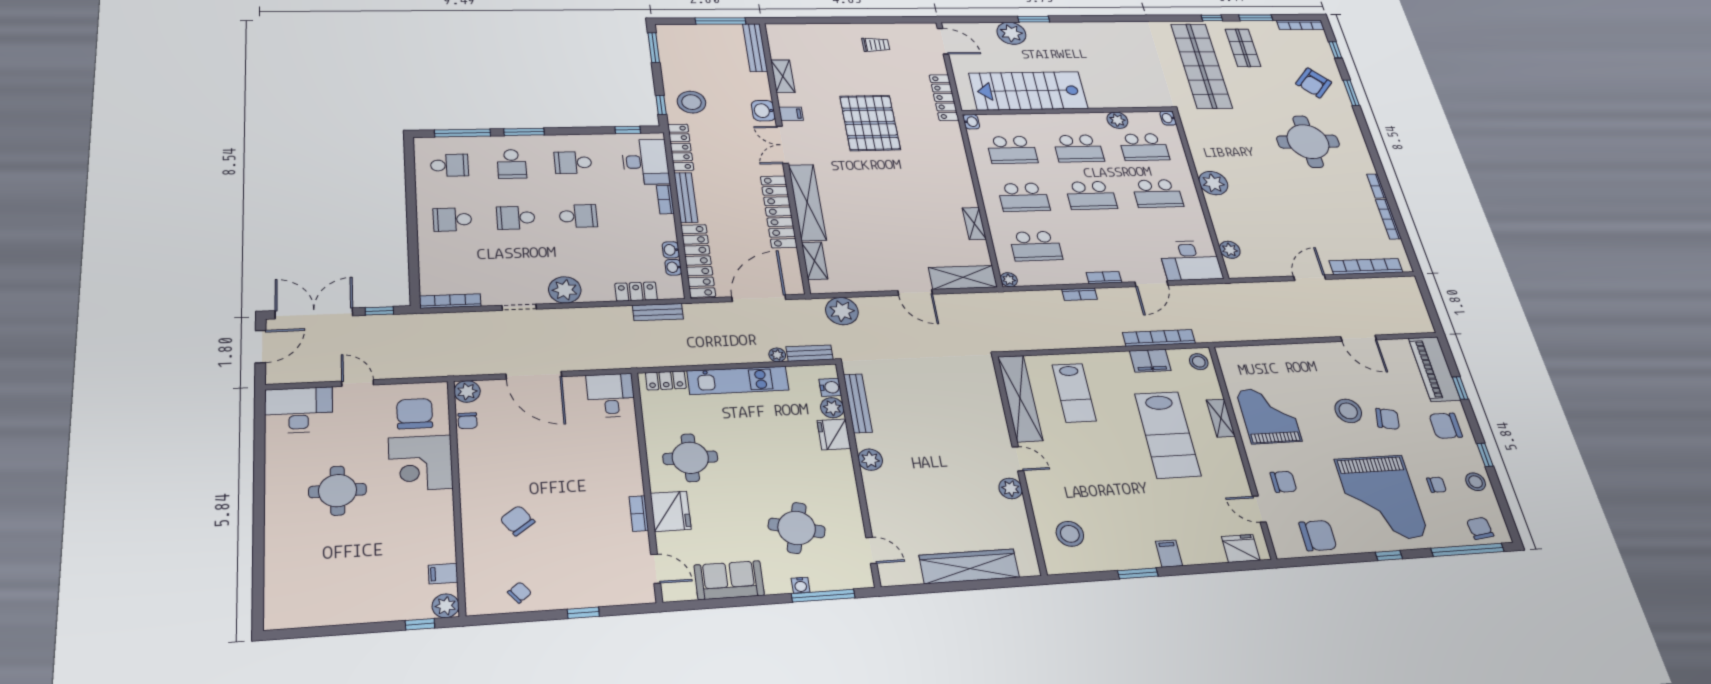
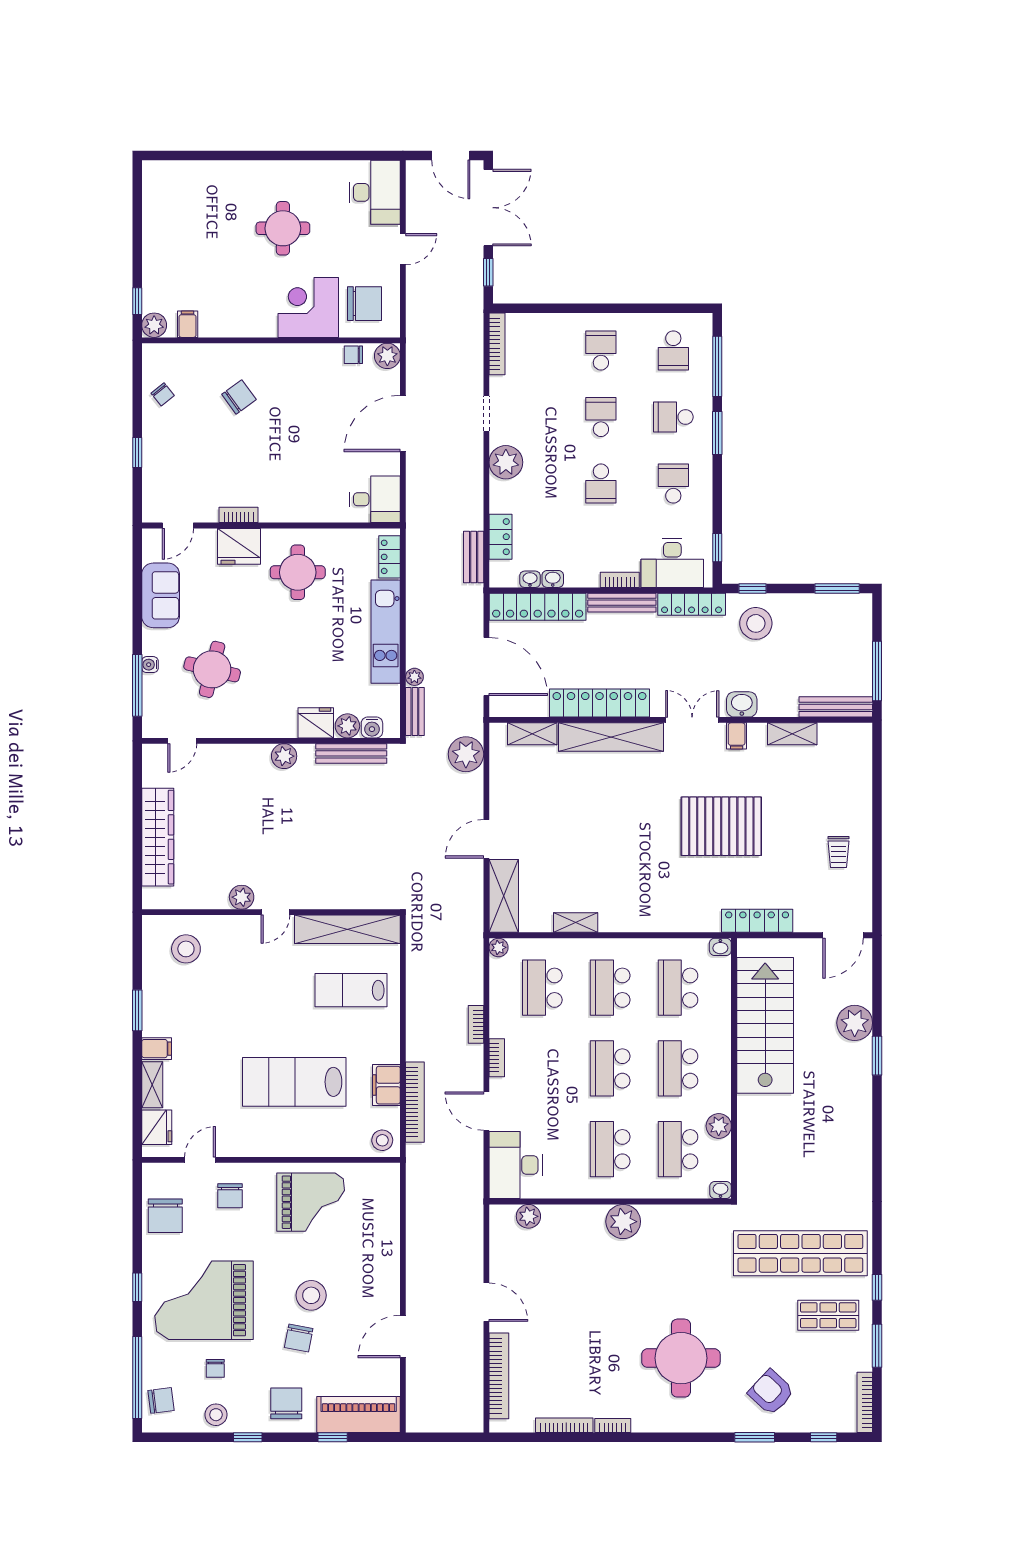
shelving: (1221, 418) -> (152, 1085), moved, turned 90

